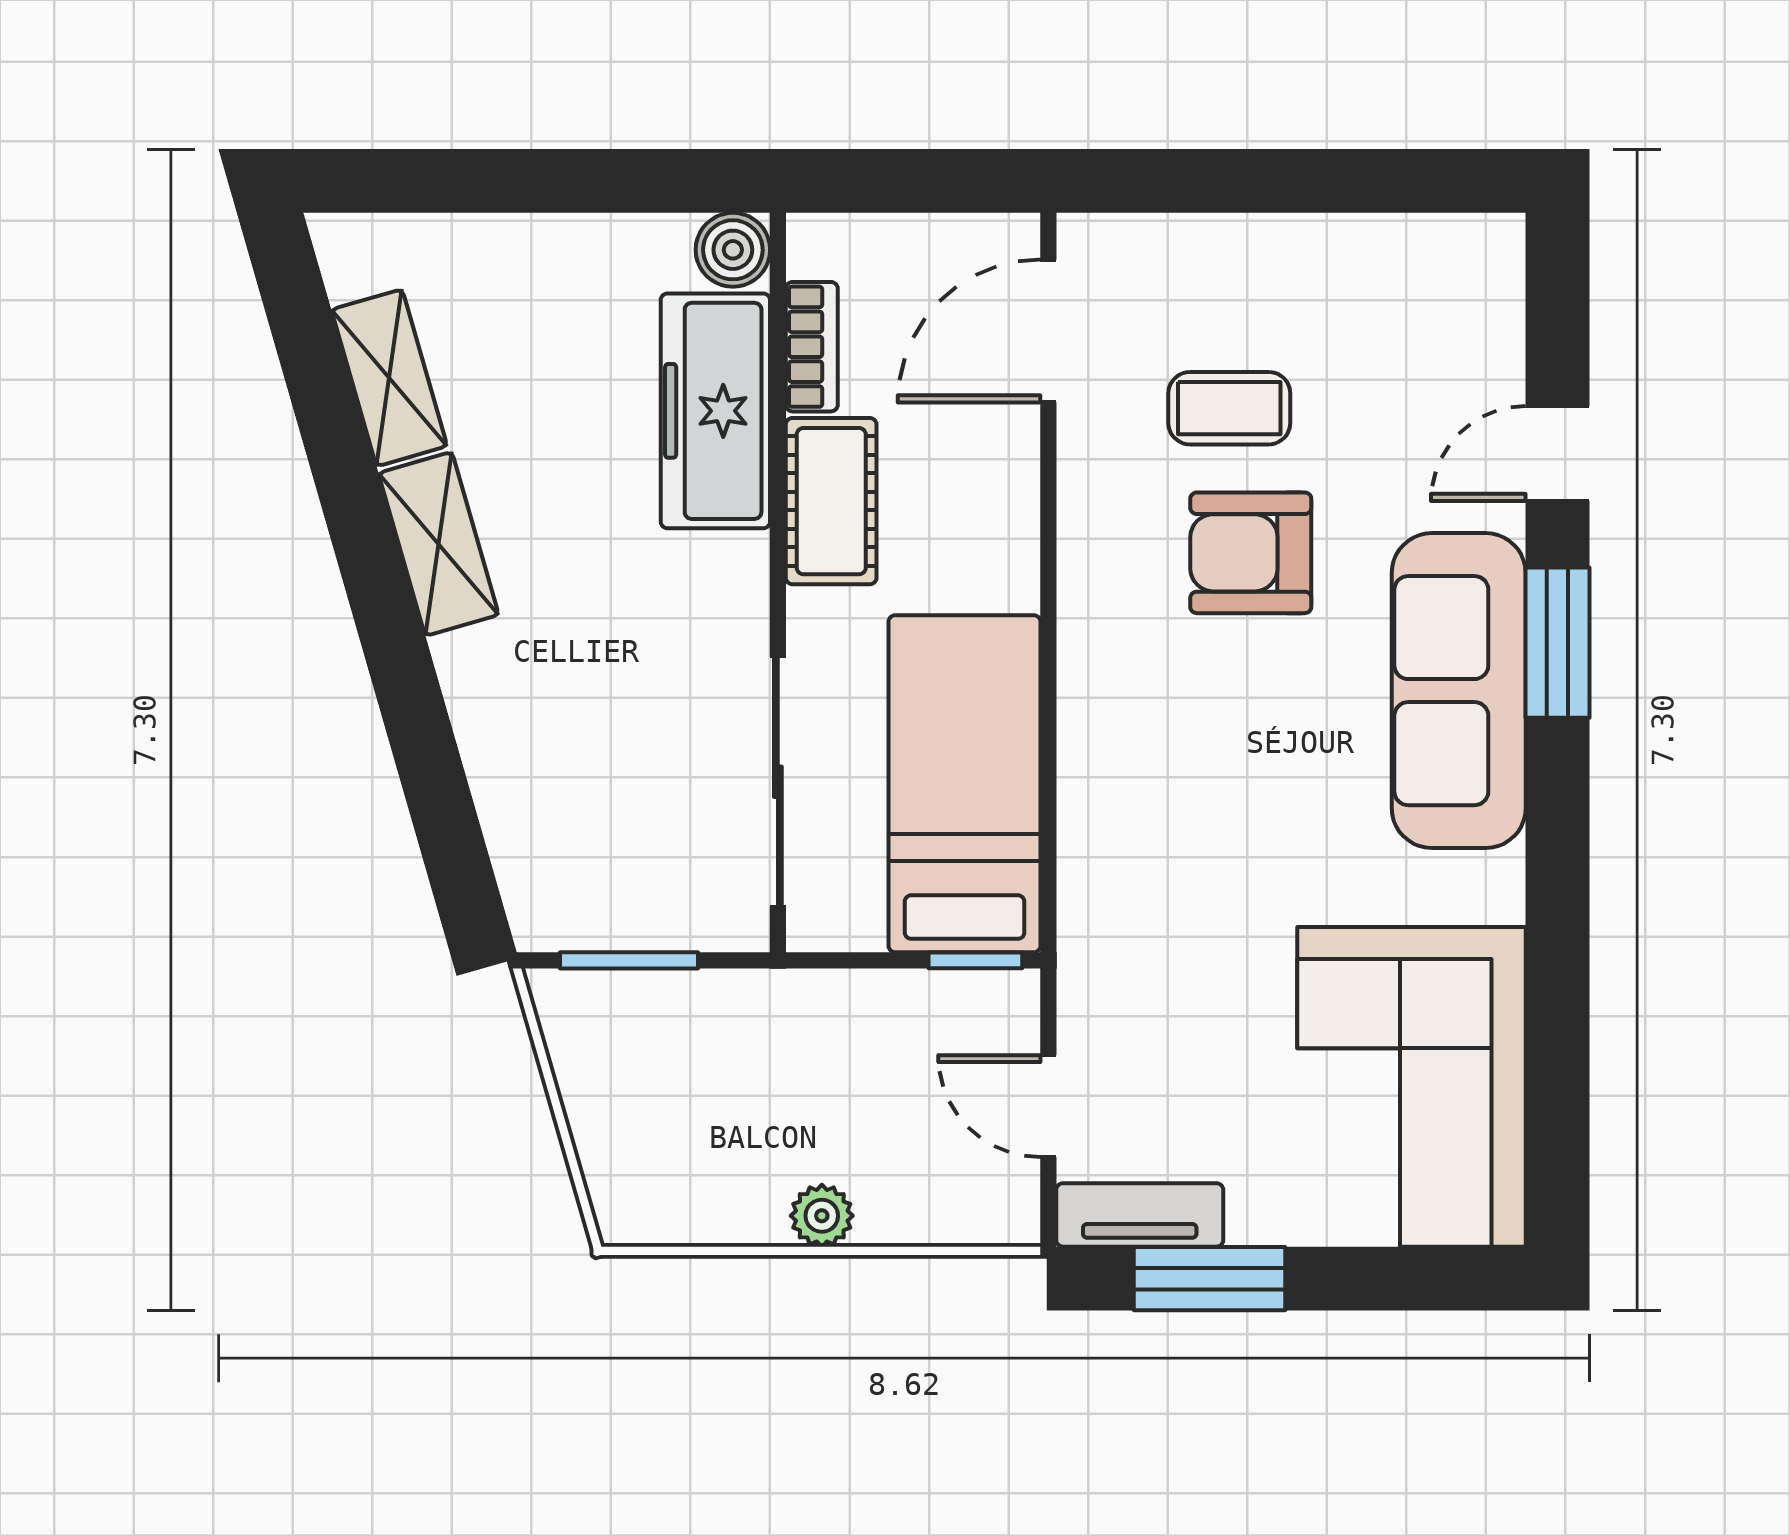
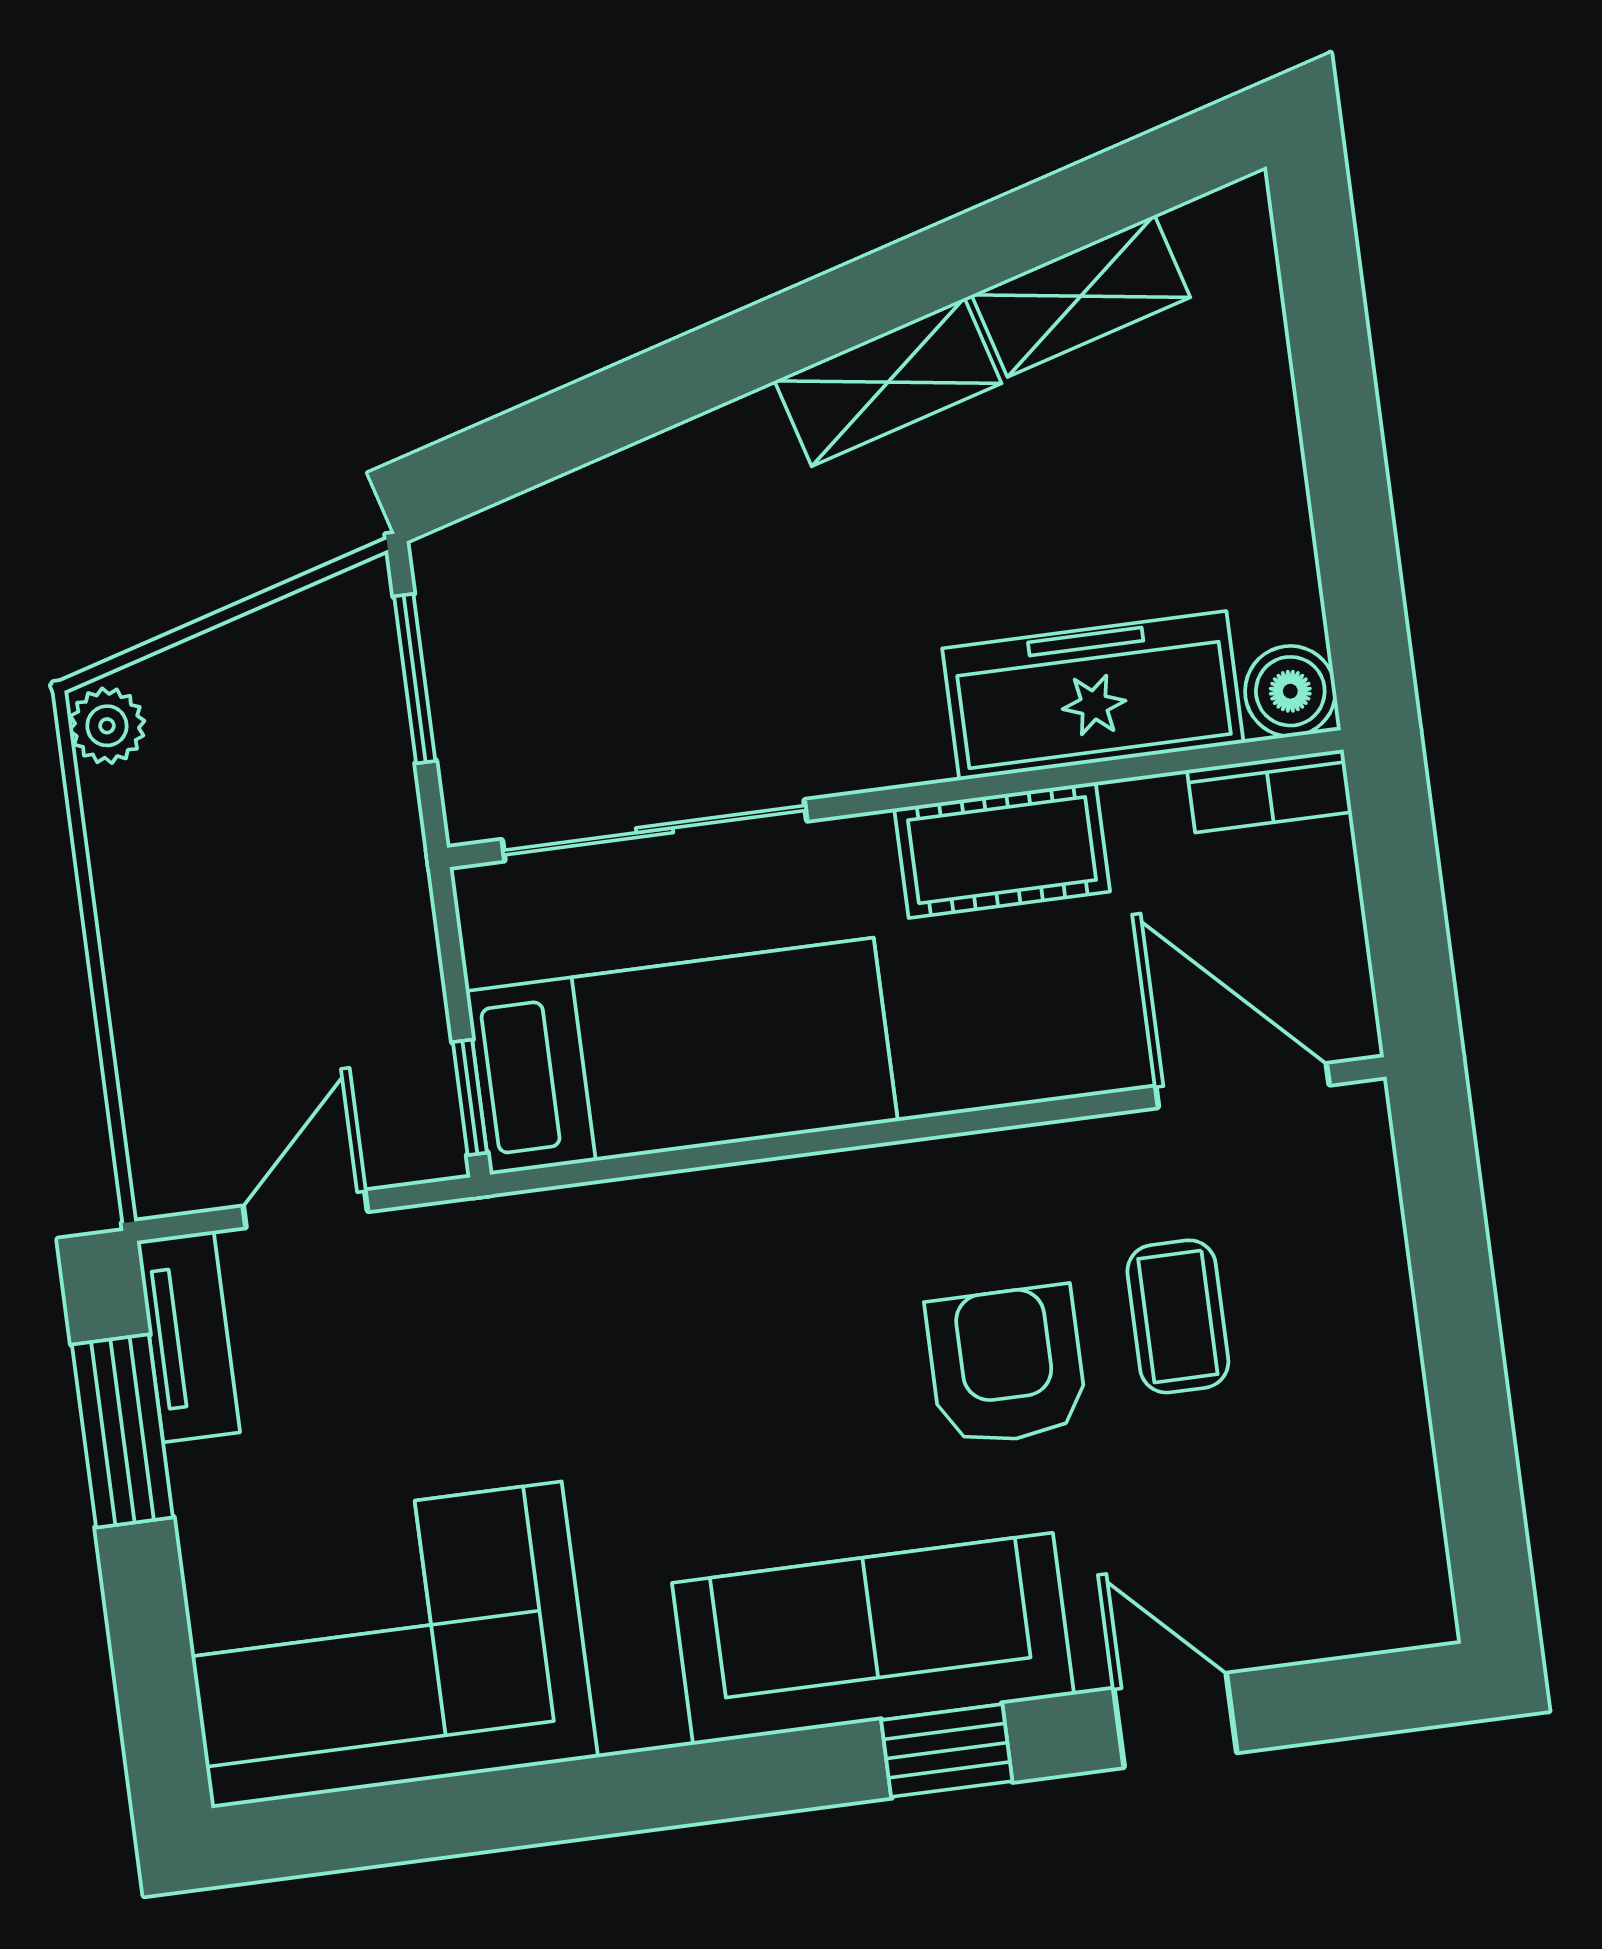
bookcase: (812, 347) -> (1269, 791), moved
window: (1558, 643) -> (947, 1751), width x0.67
plant: (822, 1216) -> (107, 726), moved

